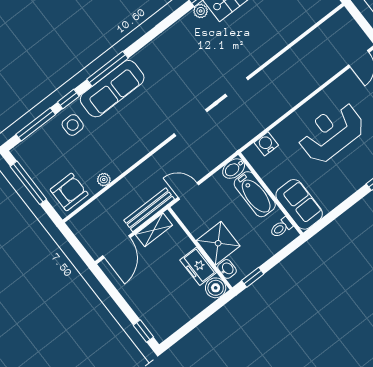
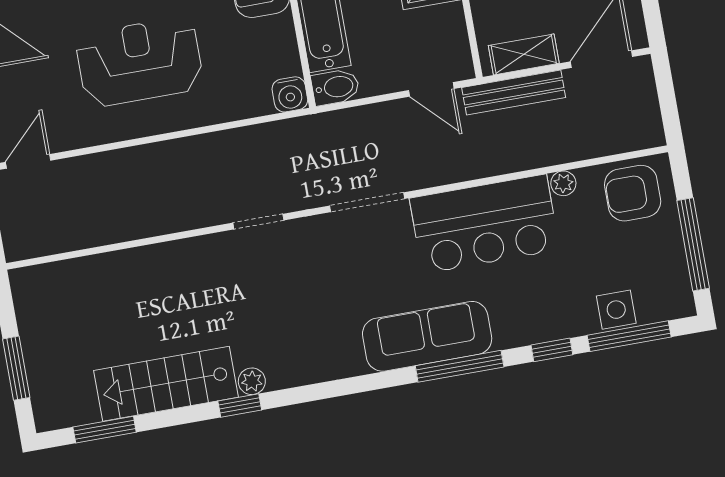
sofa: (112, 89) -> (427, 336), moved
side table: (73, 125) -> (616, 310), moved
reception desk: (331, 132) -> (139, 62), turned 180
bar counter: (131, 141) -> (485, 224), added
water cooler: (266, 144) -> (290, 94), moved

